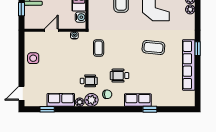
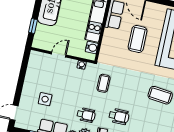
side table: (33, 58) -> (45, 99), moved
wheelchair: (119, 76) -> (119, 116), turned 180

